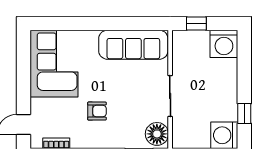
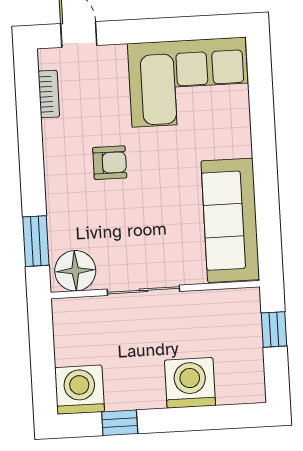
washing machine: (224, 44) -> (190, 383), moved, turned 90
armchair: (97, 111) -> (110, 163), turned -90

